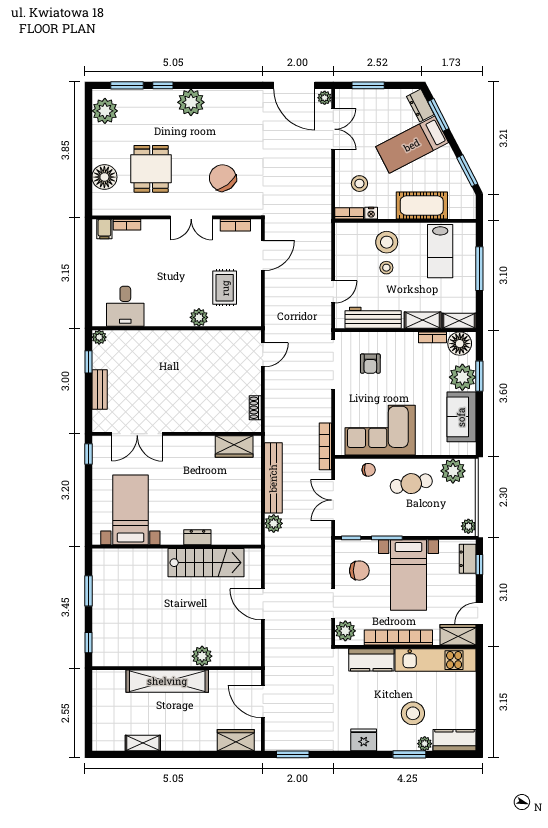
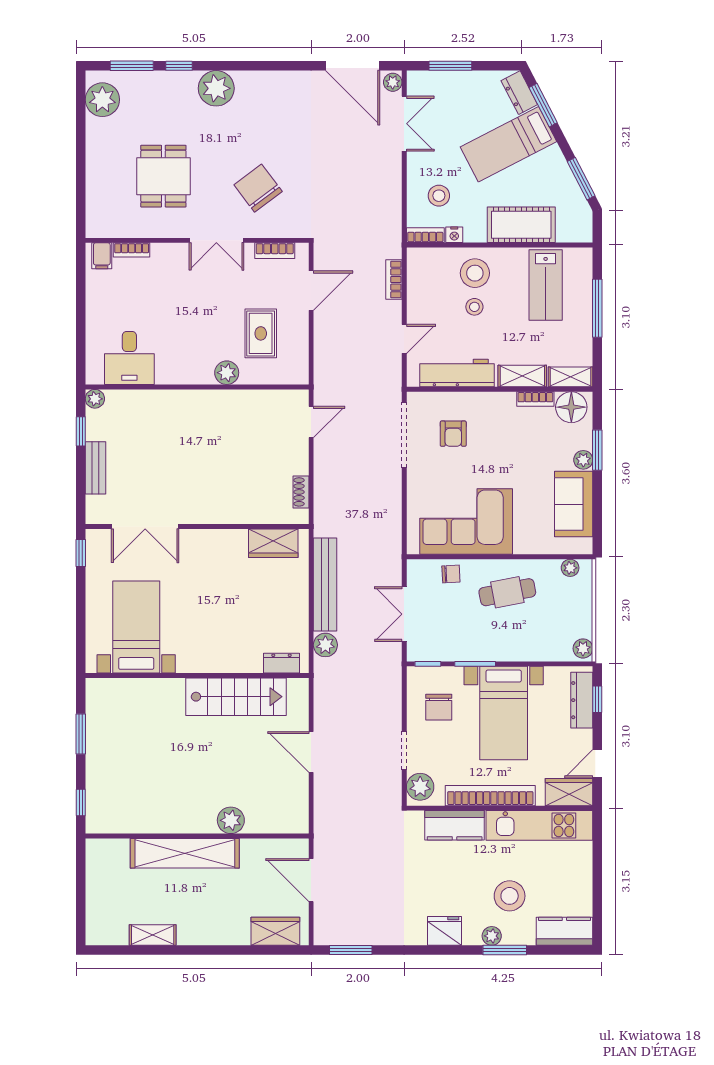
floor lamp: (104, 177) -> (102, 187), removed
plant: (462, 377) -> (583, 460), width x0.53, depth x0.53
bookcase: (325, 446) -> (394, 280), moved, width x0.64
plant: (453, 471) -> (570, 568), width x0.53, depth x0.53
dresser: (197, 537) -> (281, 663), moved
dresser: (468, 559) -> (582, 700), width x1.44
chair: (359, 571) -> (439, 707), turned 90
plant: (425, 744) -> (492, 936), moved

